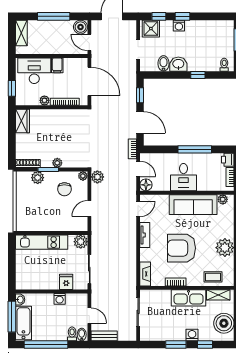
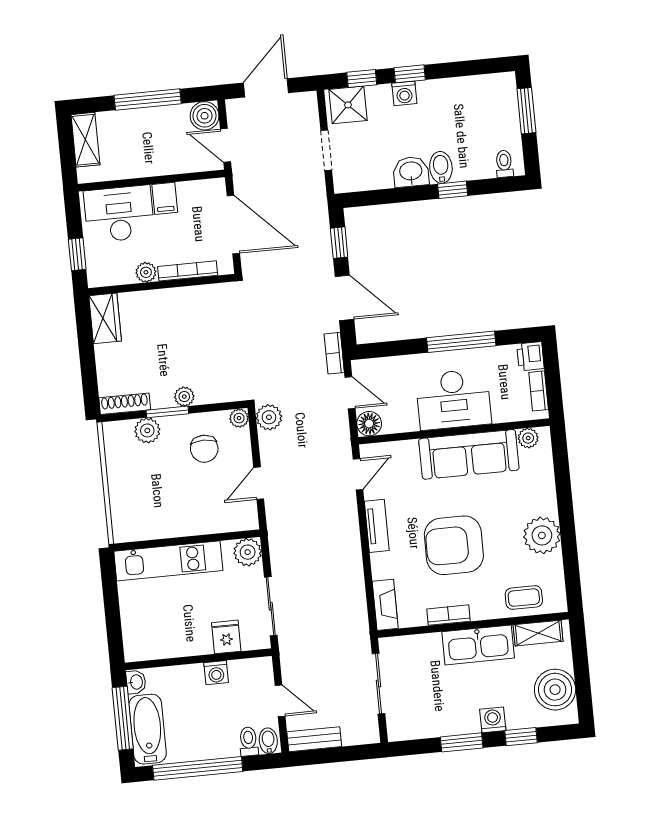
bidet: (163, 63) -> (441, 167), moved
desk: (183, 177) -> (454, 399), width x1.37

